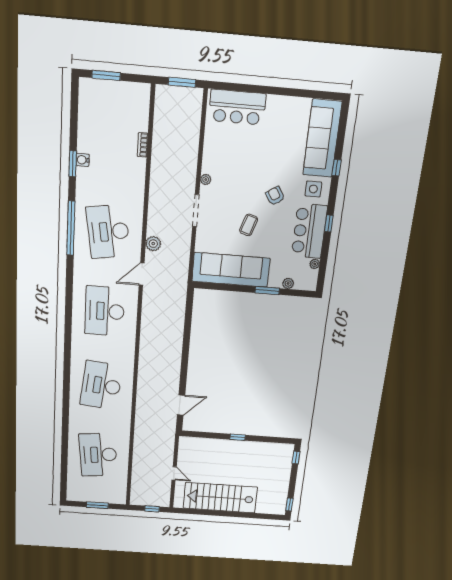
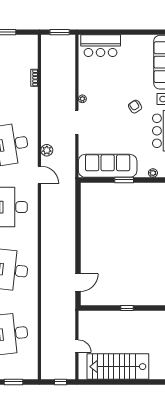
coffee table: (249, 225) -> (118, 130), removed
door: (142, 274) -> (39, 175), swing flipped
window: (267, 291) -> (124, 180), moved

